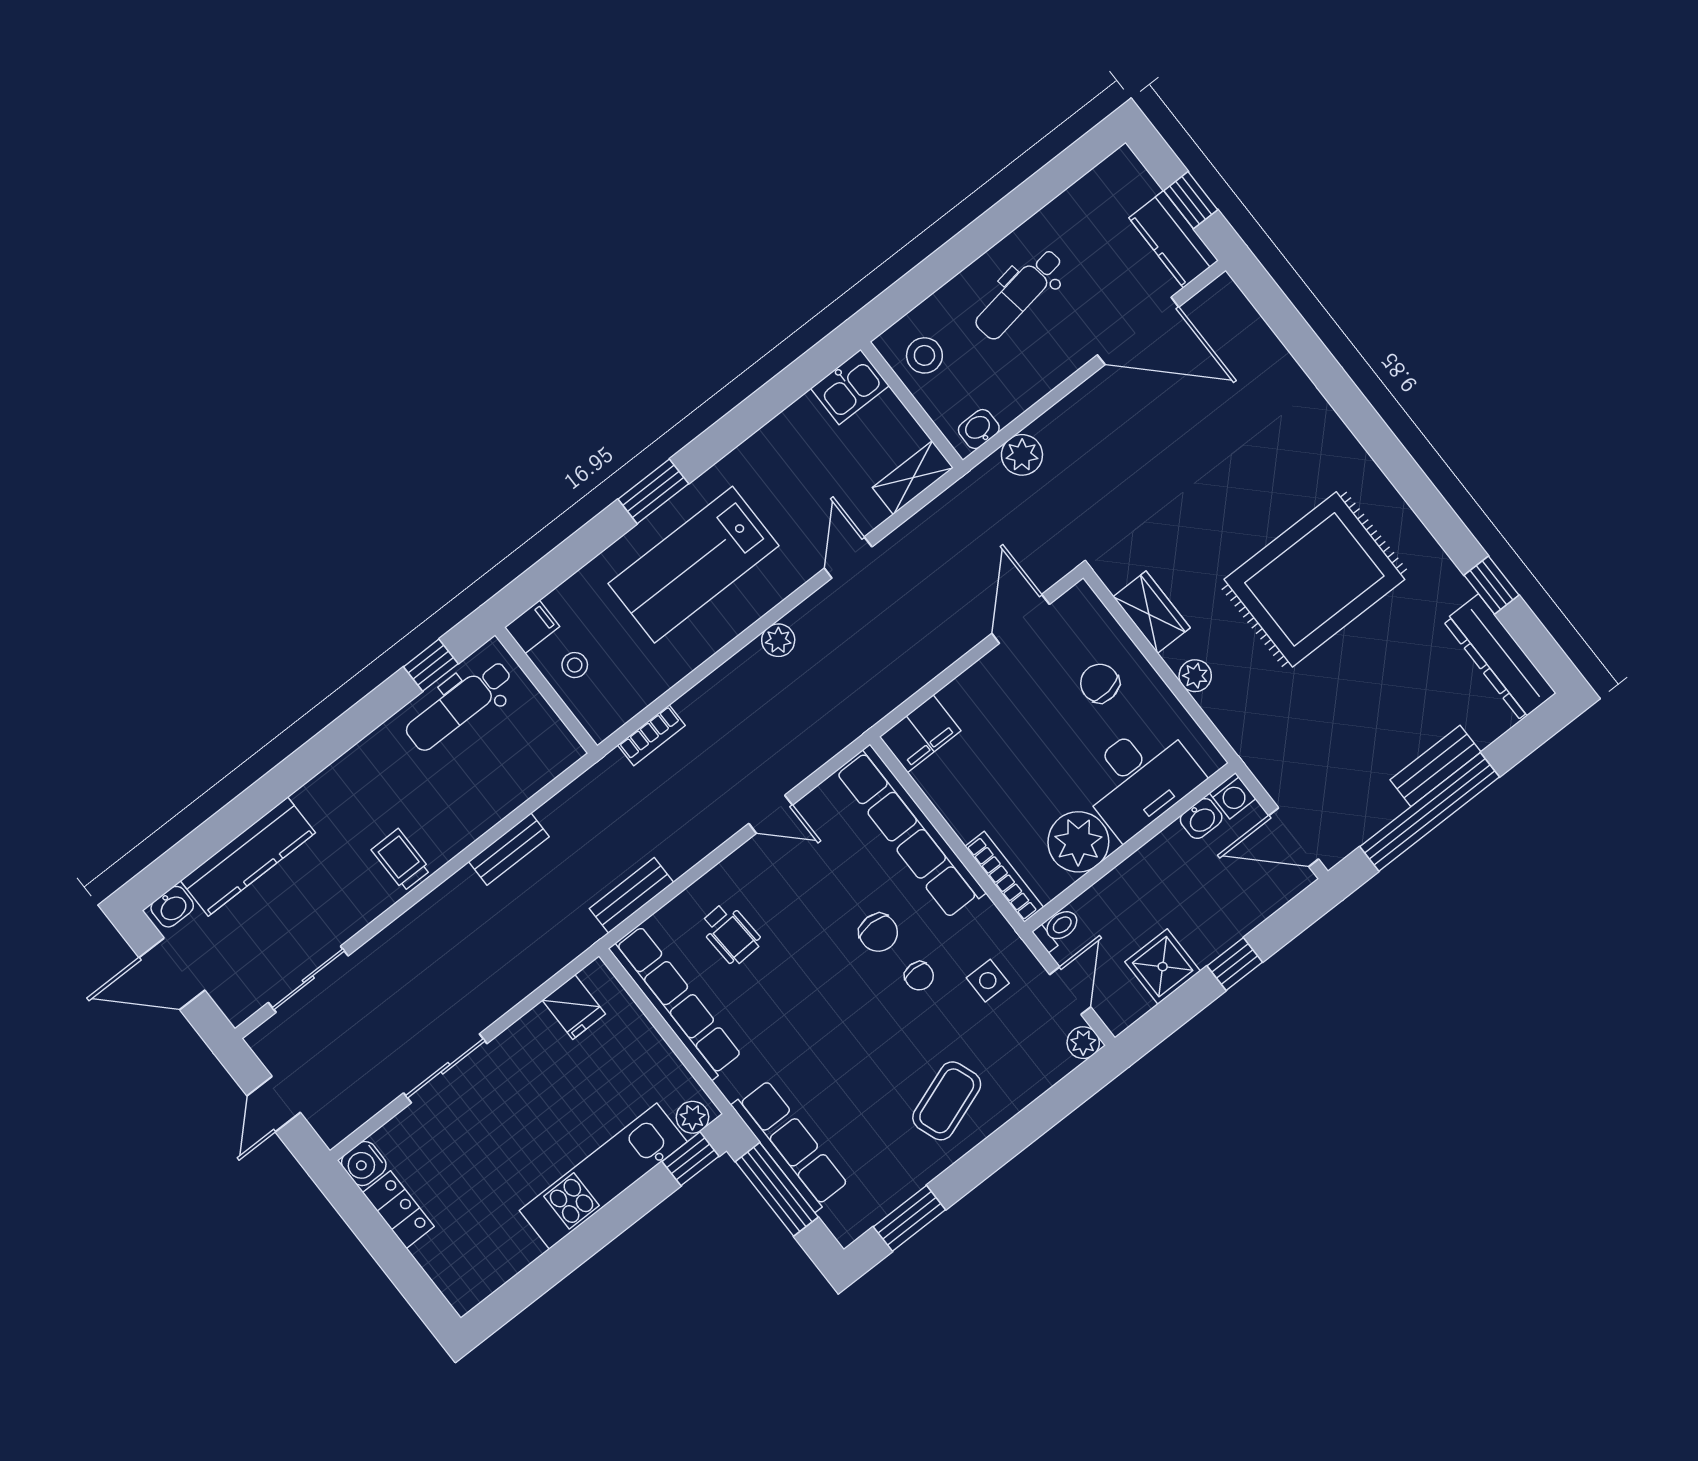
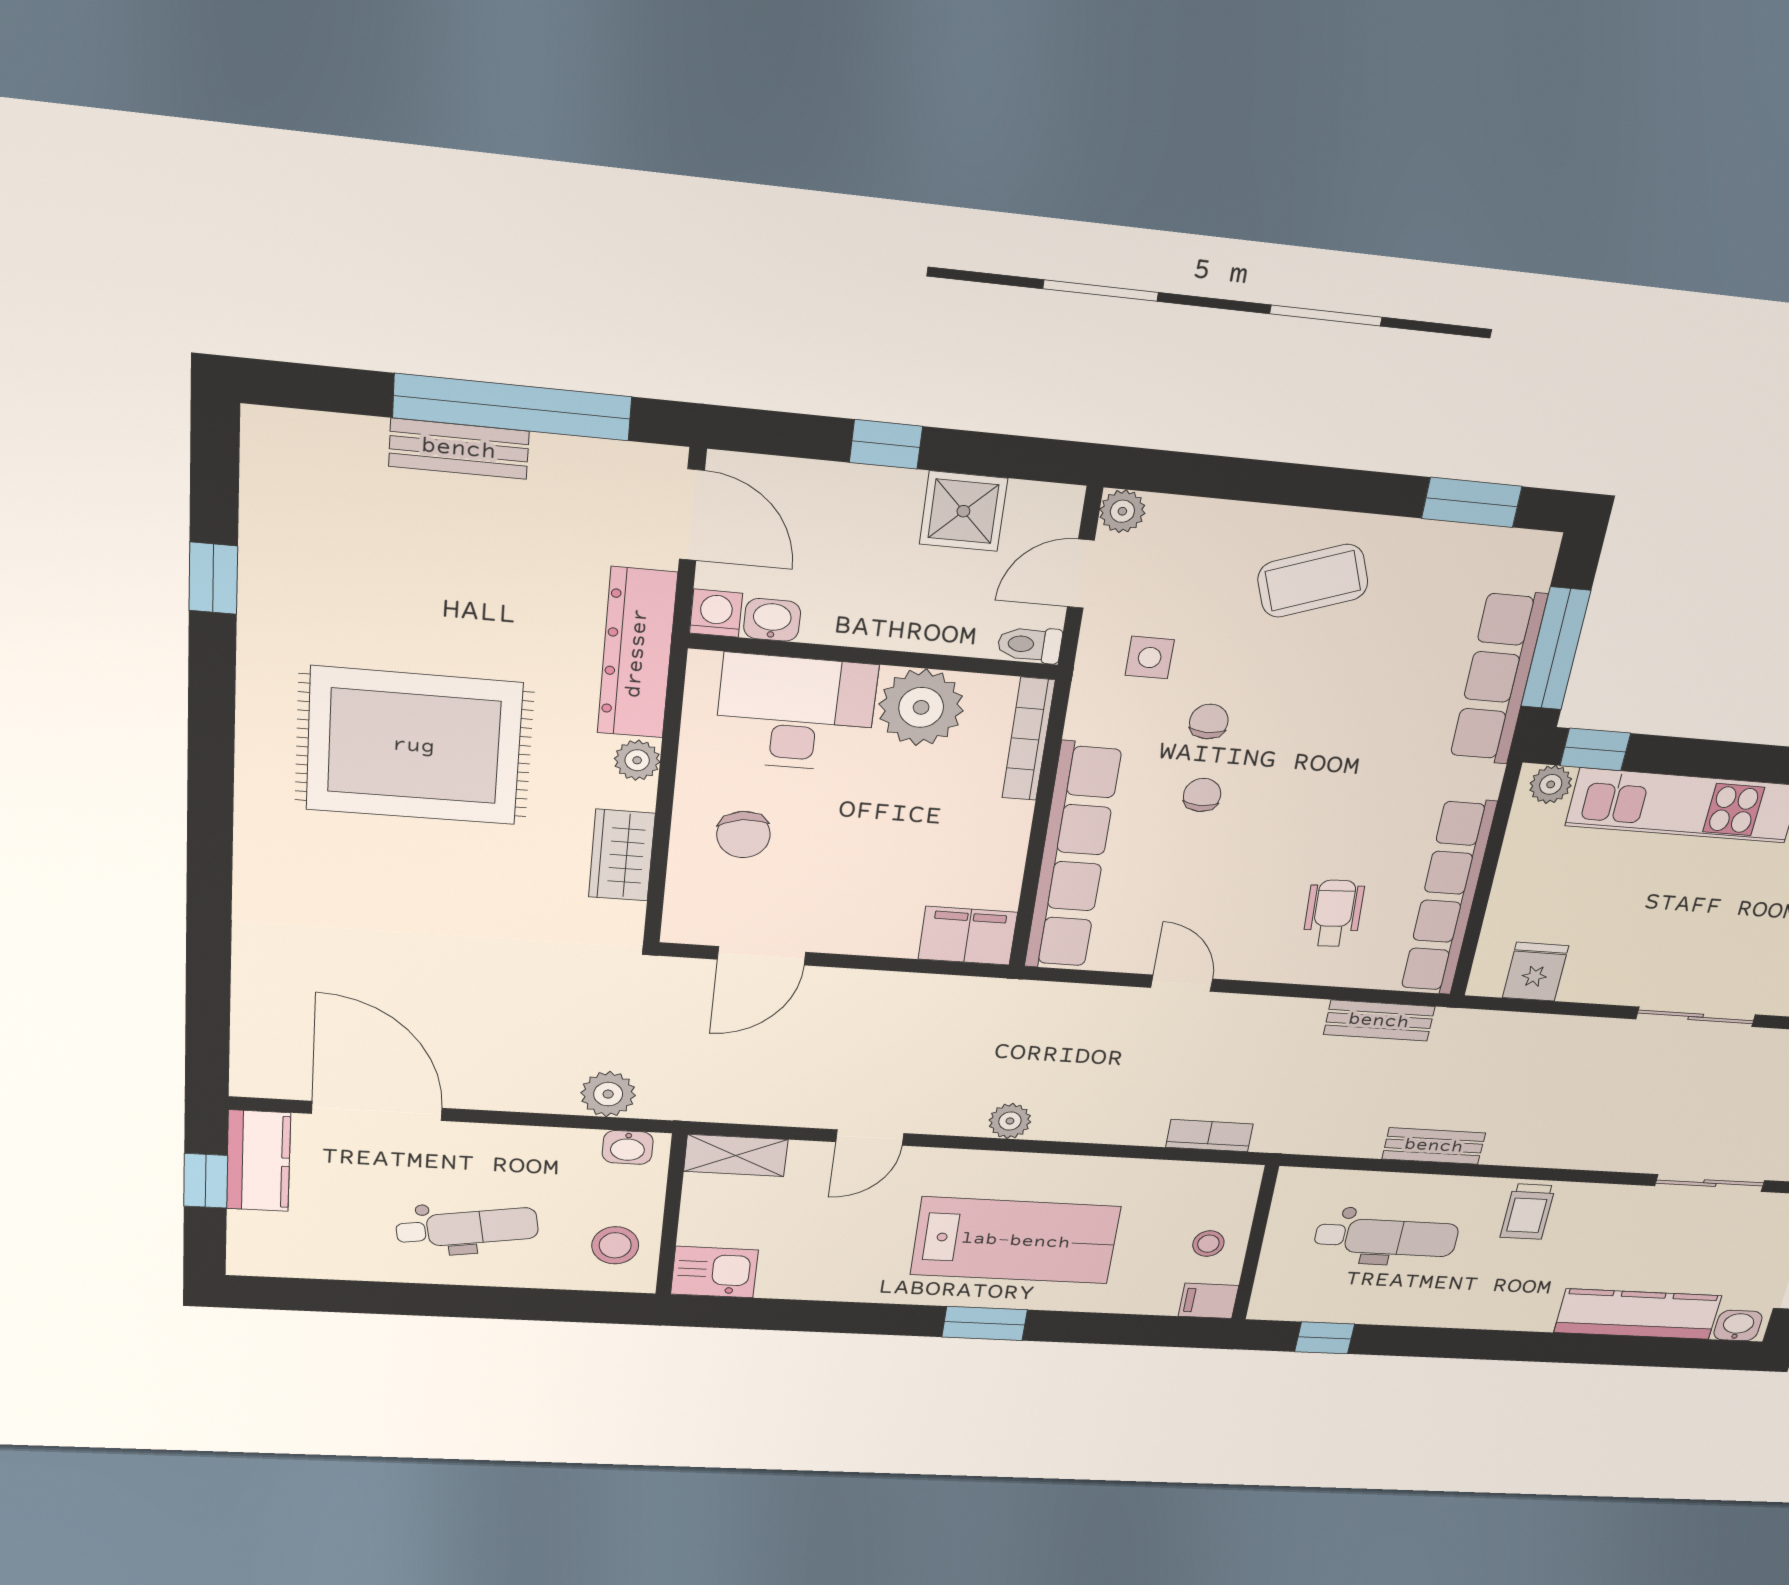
dresser: (1500, 657) -> (637, 653), moved, turned 180
dental chair: (459, 705) -> (1386, 1237), moved
chair: (878, 933) -> (1202, 795), width x0.73, depth x0.73

